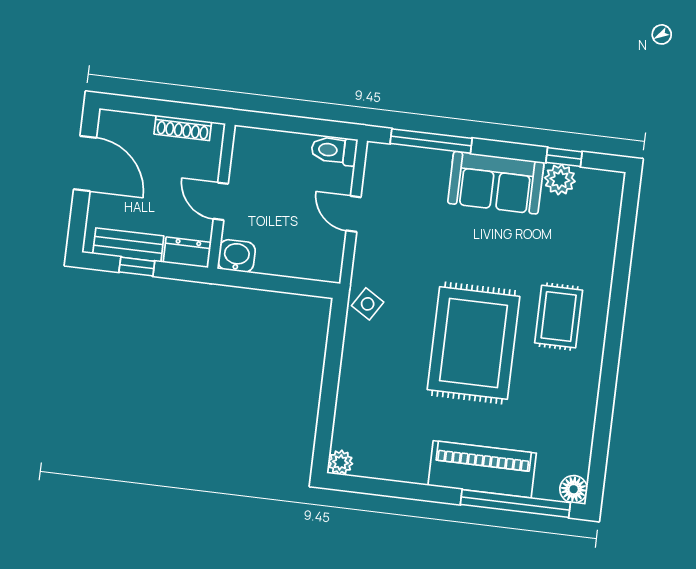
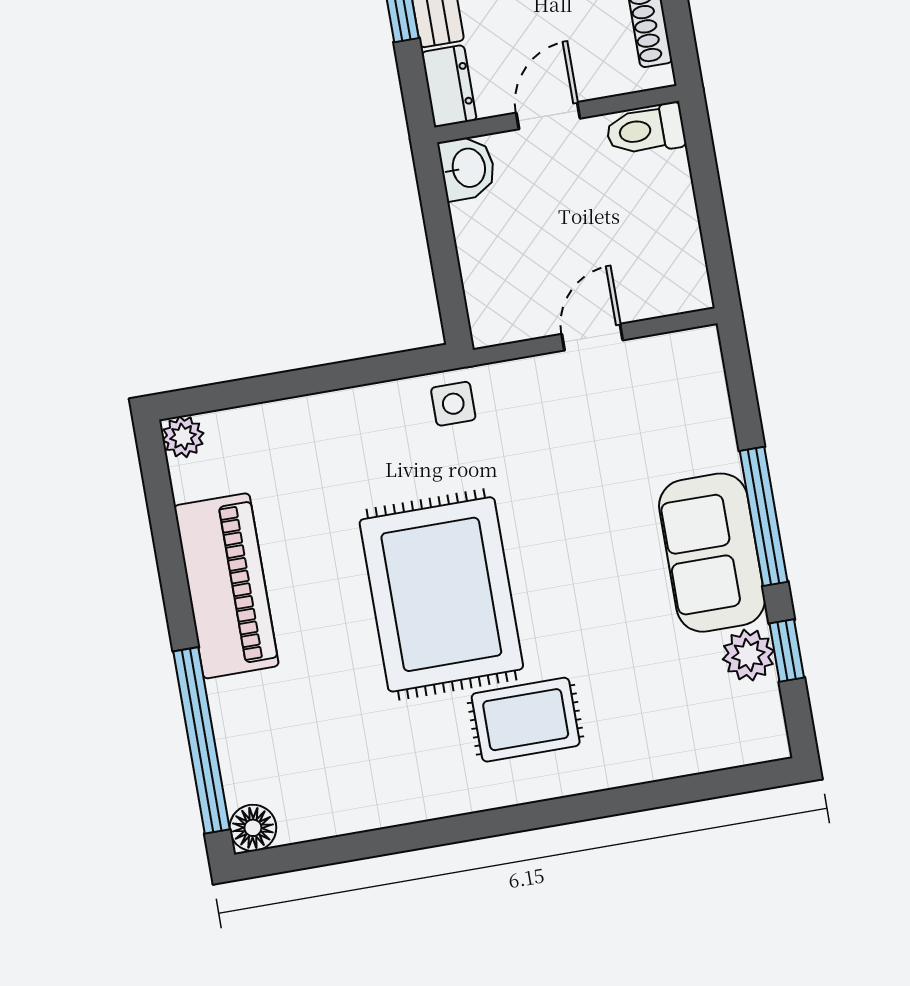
window: (431, 141) -> (764, 516), moved
toilet: (334, 150) -> (646, 130), moved, turned -90
side table: (368, 304) -> (453, 404), turned -32
rug: (473, 343) -> (441, 594), turned 90
piano: (482, 469) -> (226, 586), moved

